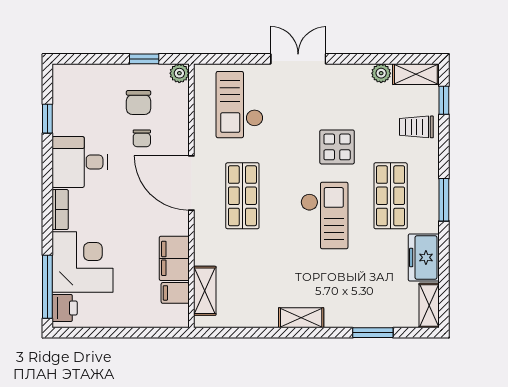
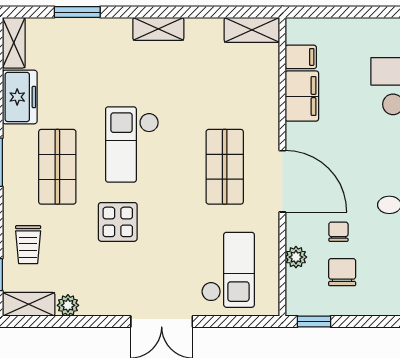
window: (144, 59) -> (314, 321), moved
plant: (179, 73) -> (296, 257), moved
trolley: (416, 127) -> (28, 245), turned 90
shelving: (205, 291) -> (252, 30), moved, turned 90

